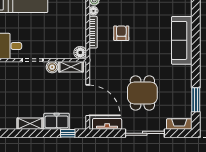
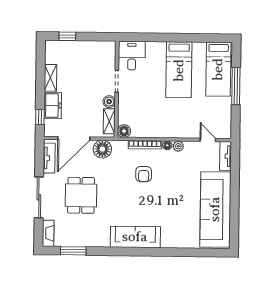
armchair: (121, 33) -> (144, 174), turned 90
floor lamp: (98, 73) -> (102, 149), added
dining table: (142, 93) -> (81, 195), turned 90

